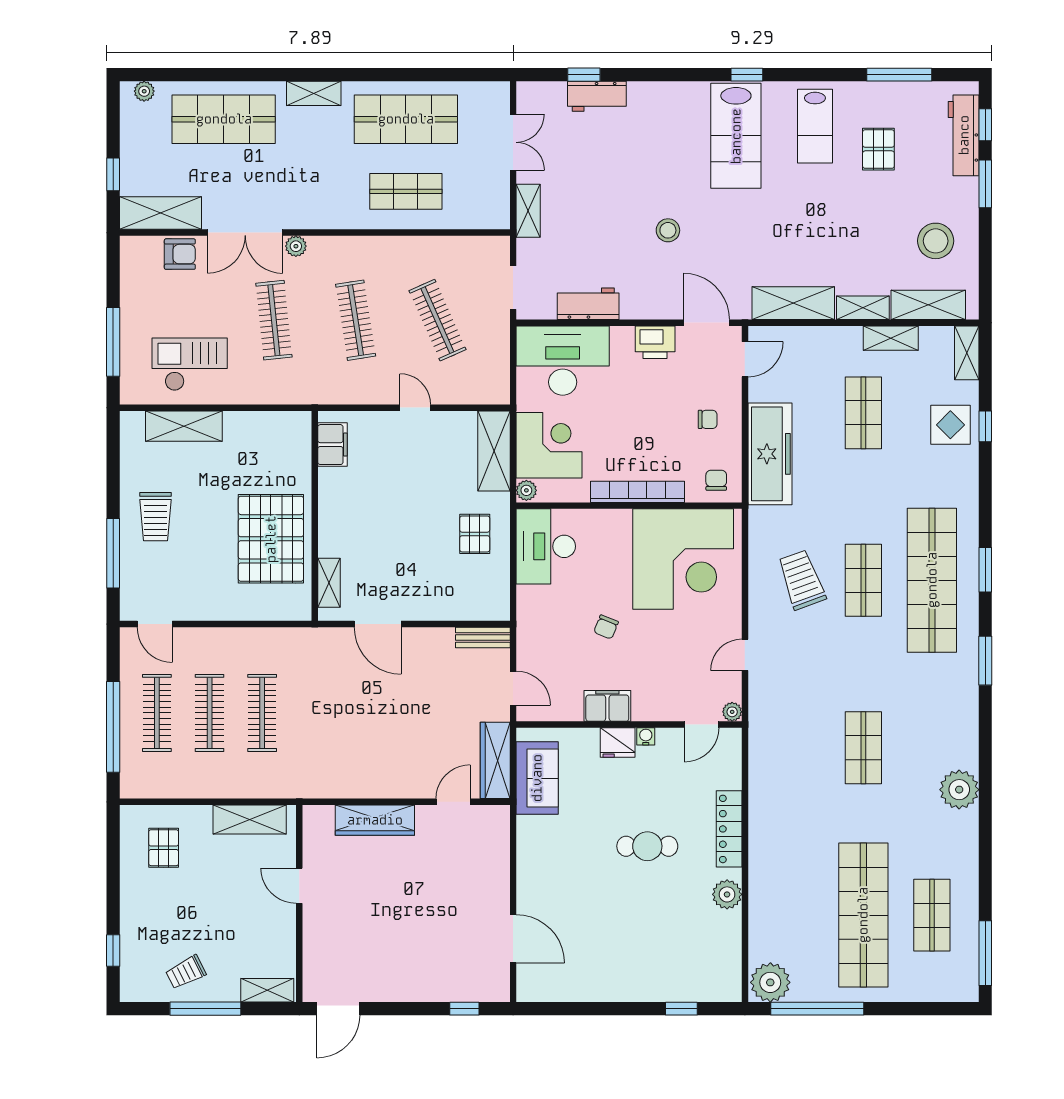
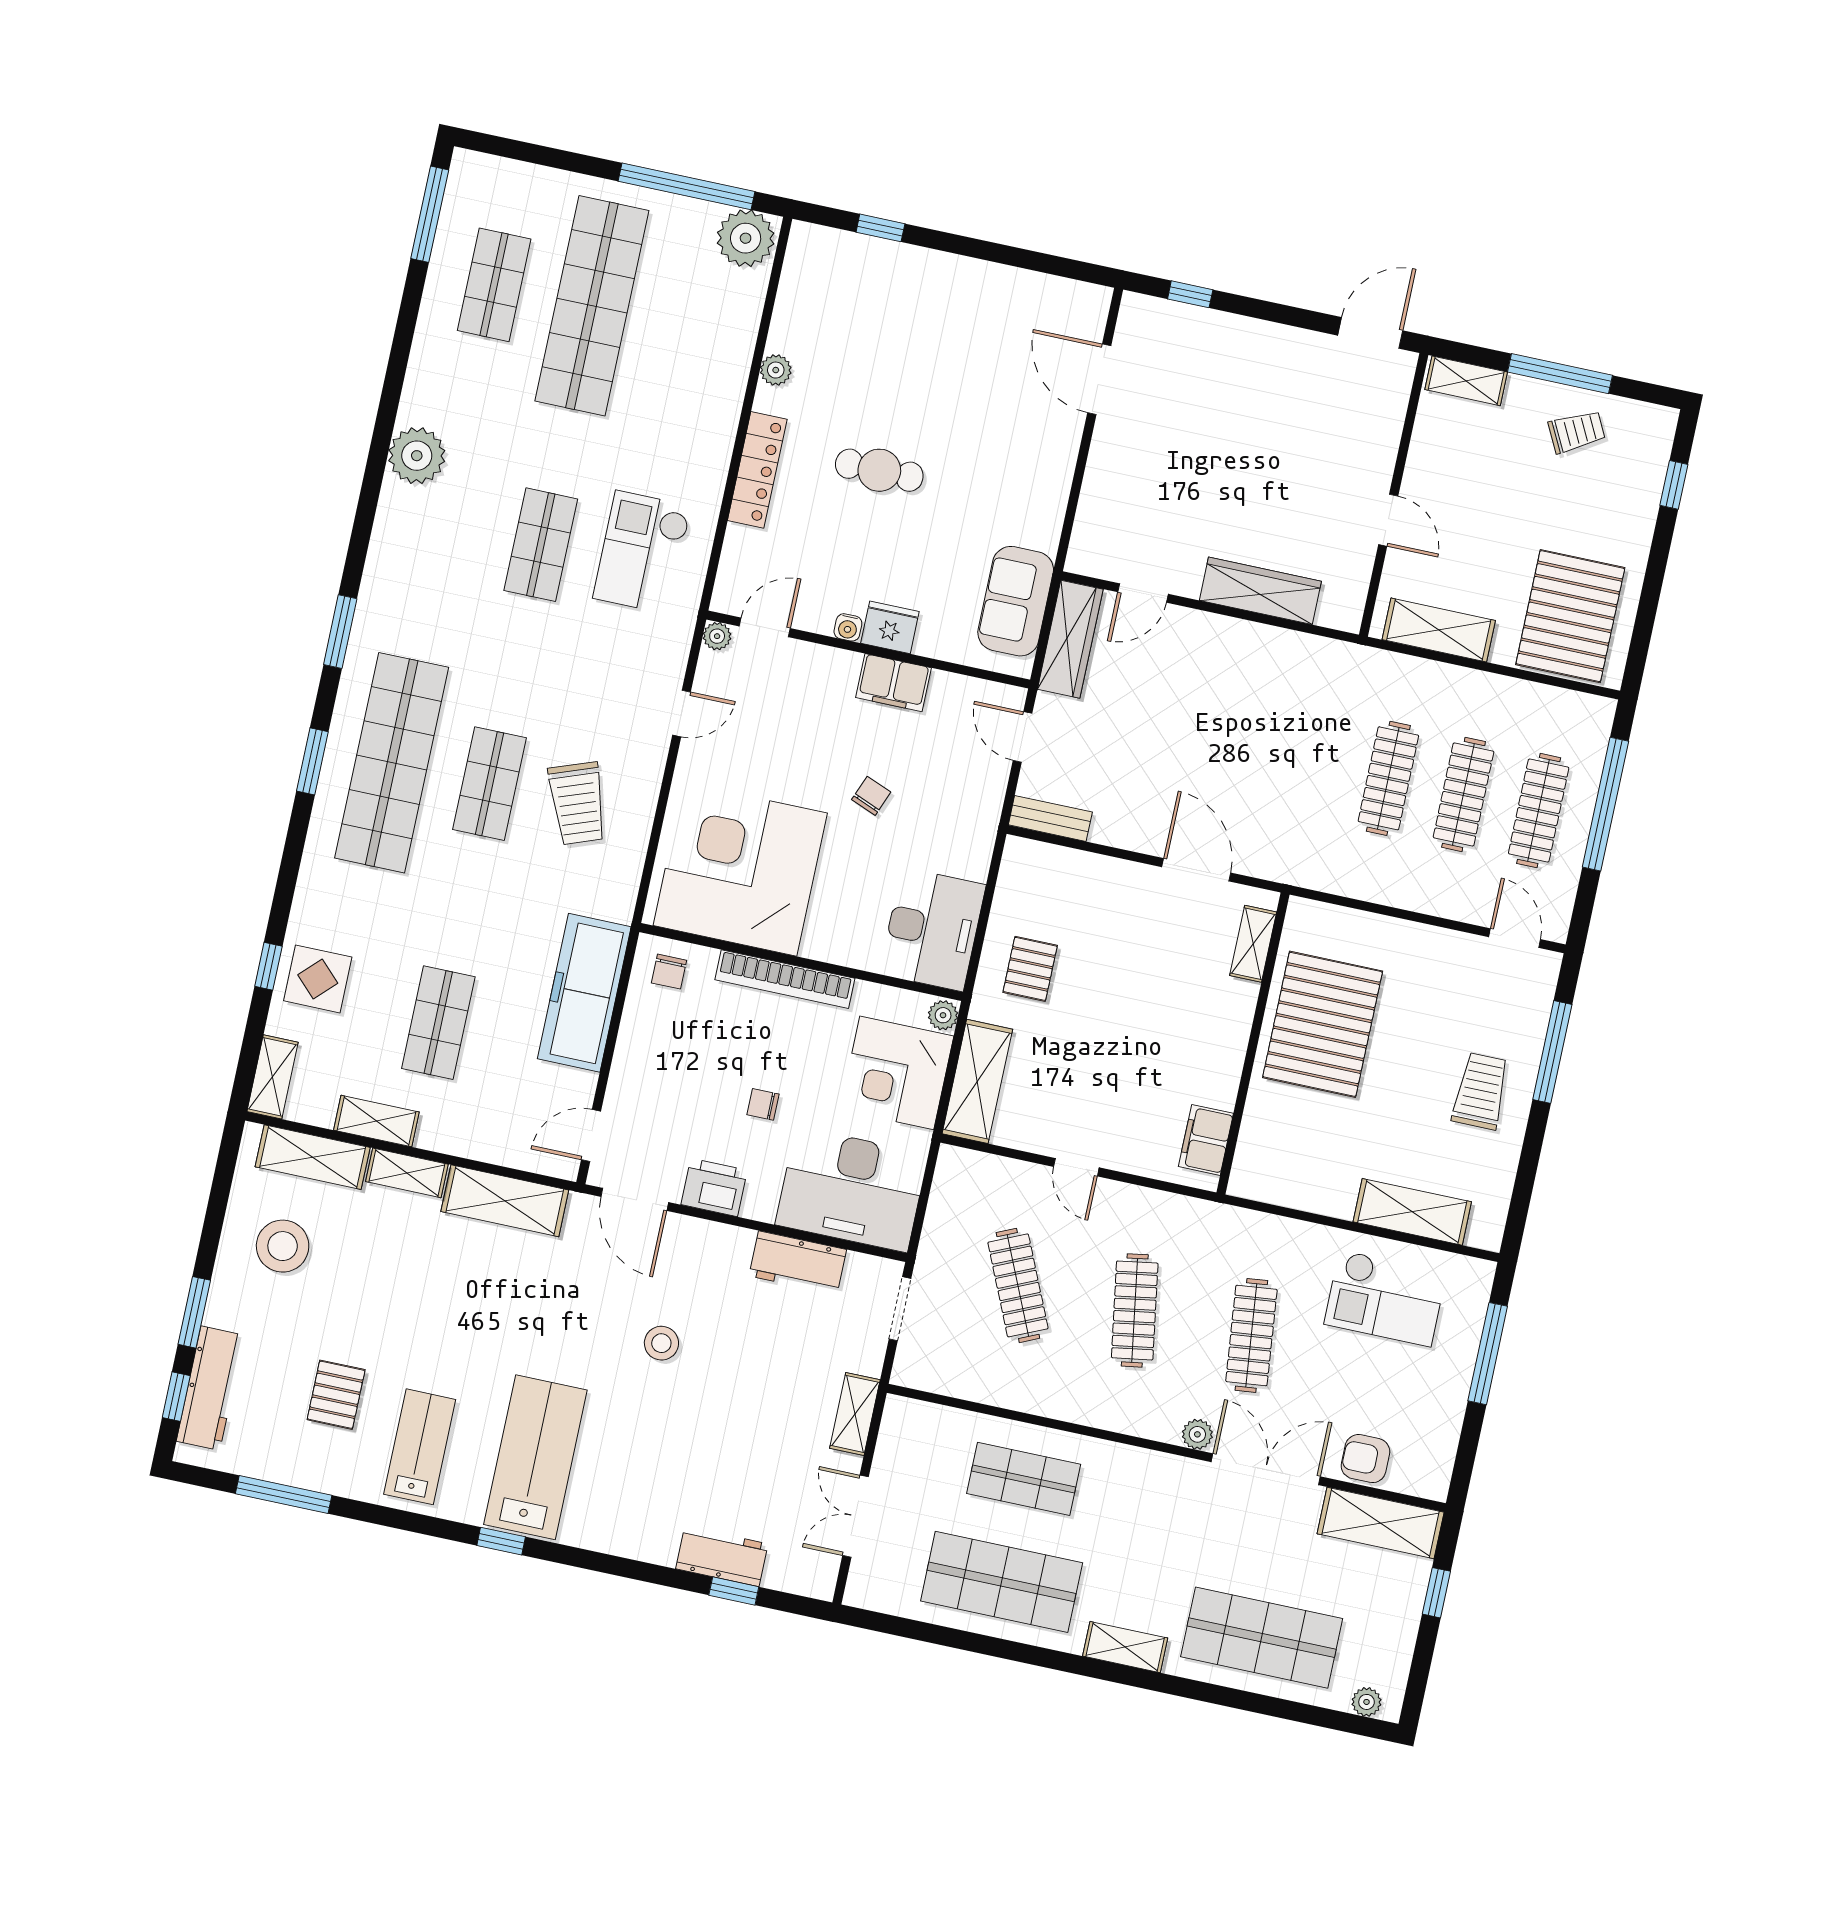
chair: (708, 419) -> (763, 1104), moved
checkout: (794, 757) -> (642, 552), added
pallet: (164, 848) -> (1570, 616), width x2.05, depth x2.00
plant: (727, 894) -> (776, 370), width x0.73, depth x0.73

